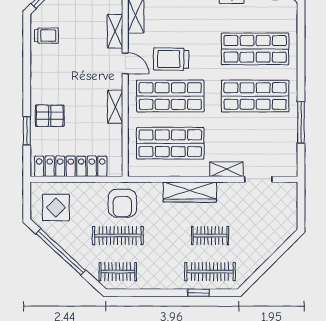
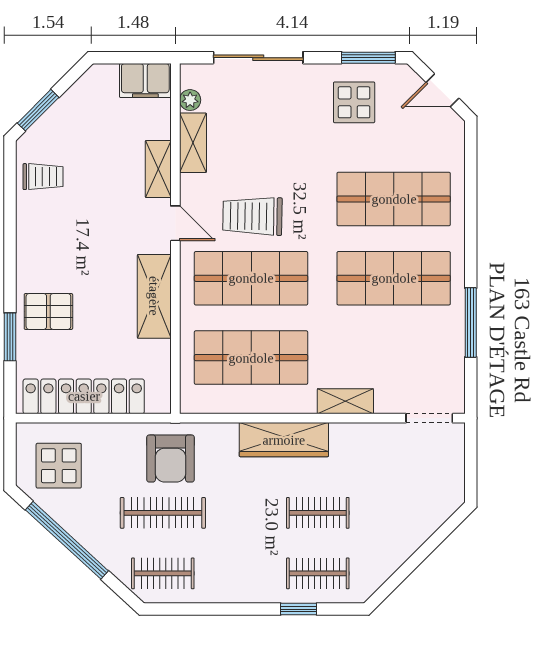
shelving: (115, 107) -> (154, 296), width x1.50, depth x1.33
doorway: (258, 179) -> (429, 418), moved
clothes rail: (210, 272) -> (318, 573), width x0.73

